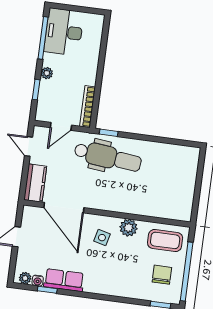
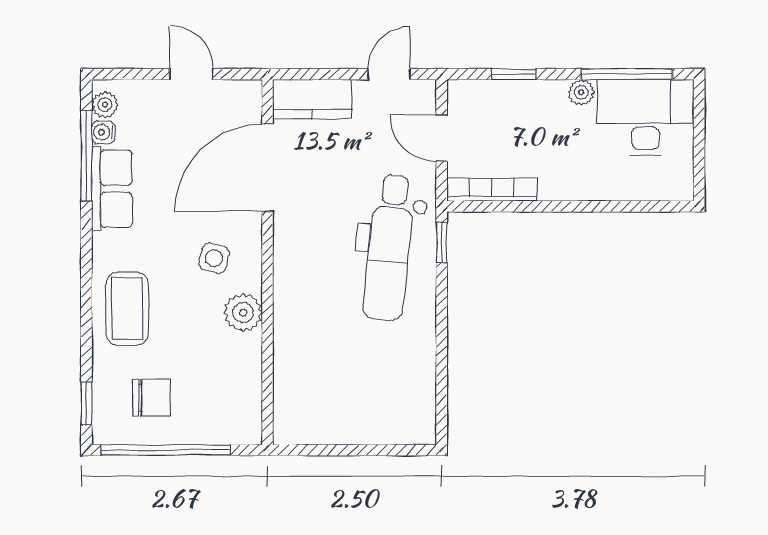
plant: (47, 73) -> (581, 92), moved
coffee table: (165, 240) -> (127, 309), moved
window: (47, 290) -> (86, 156), width x2.17

